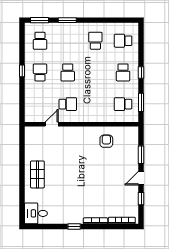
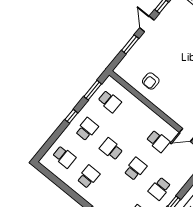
school desk: (95, 41) -> (88, 177), turned 180
school desk: (95, 72) -> (111, 149), added
school desk: (68, 104) -> (158, 141), turned 180
door: (141, 178) -> (147, 24), swing flipped

